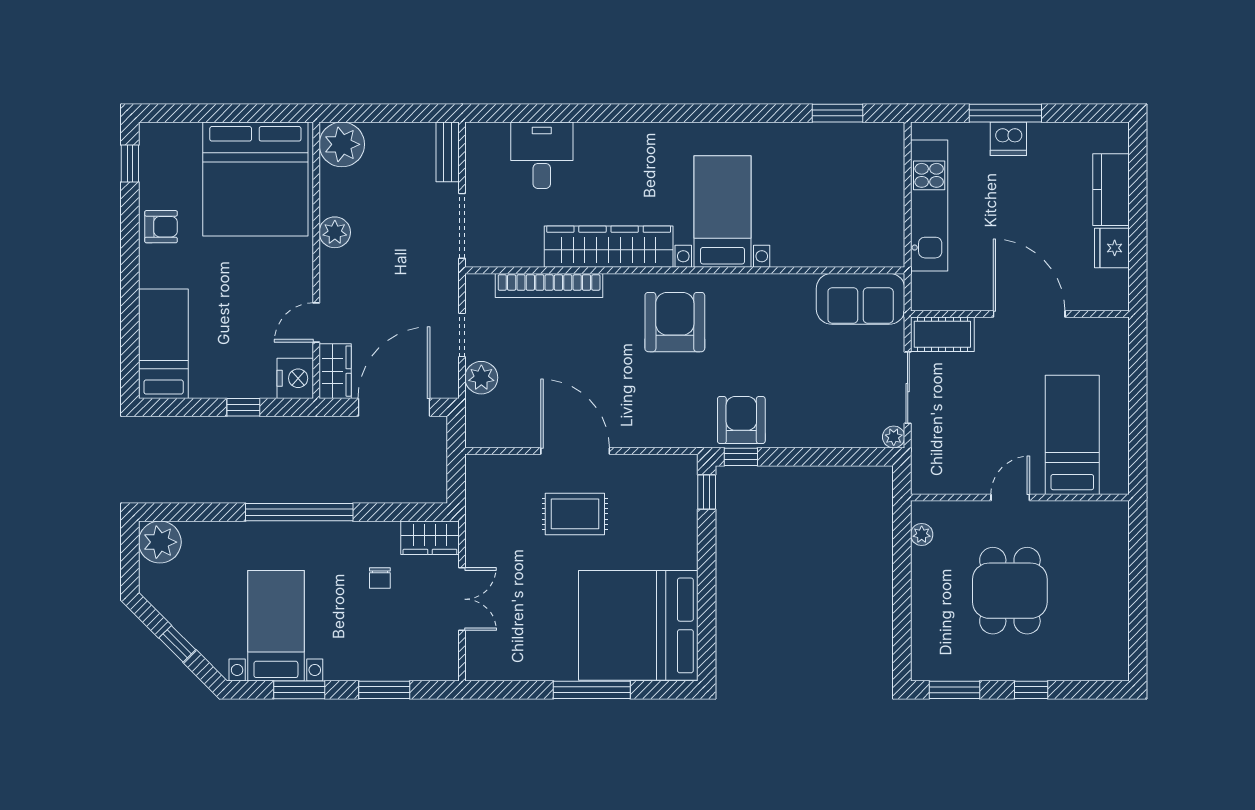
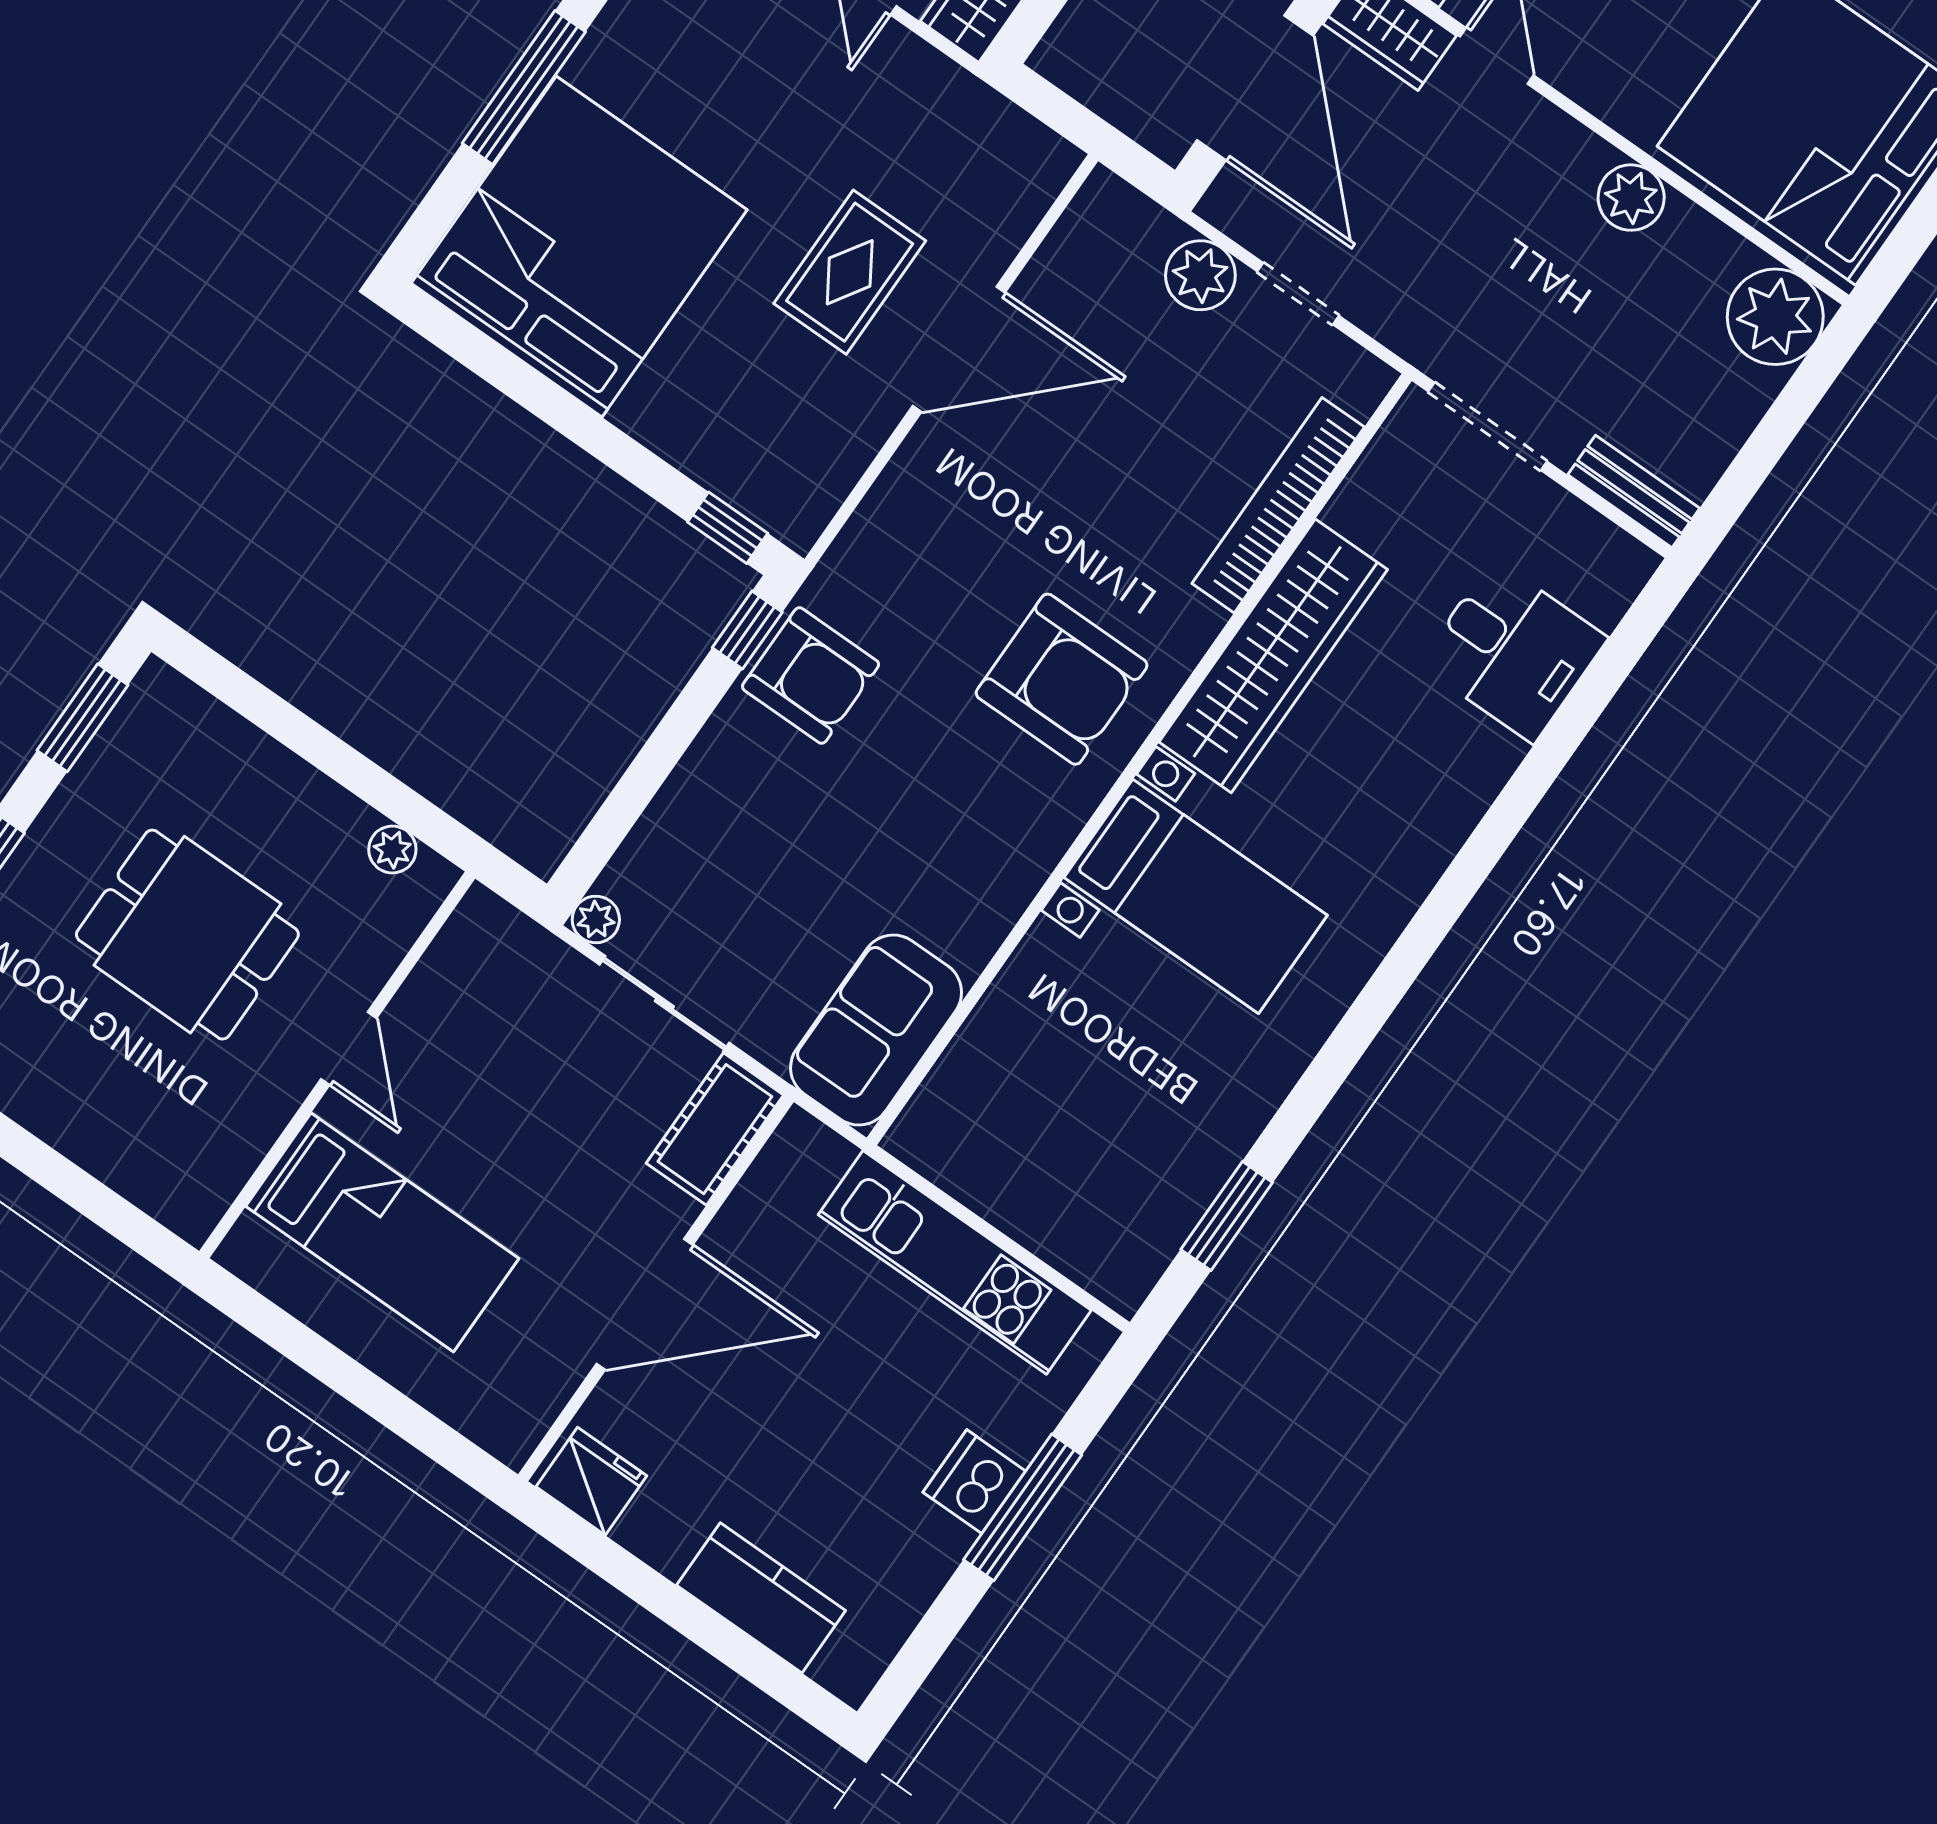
fridge: (1112, 248) -> (591, 1481), moved

